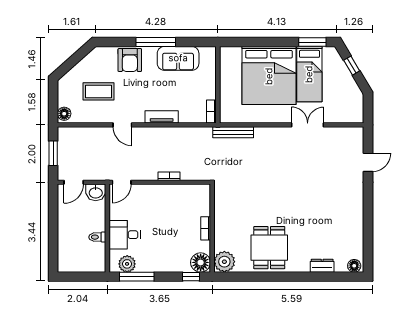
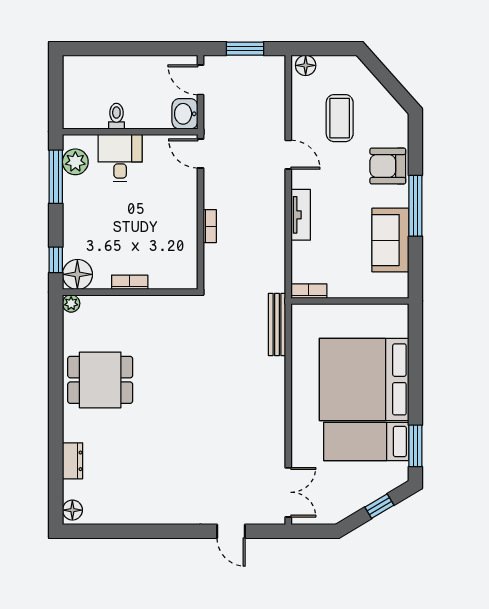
door: (122, 125) -> (288, 155), swing flipped
double door: (308, 125) -> (288, 492), moved
plant: (224, 262) -> (71, 303), width x0.53, depth x0.53

